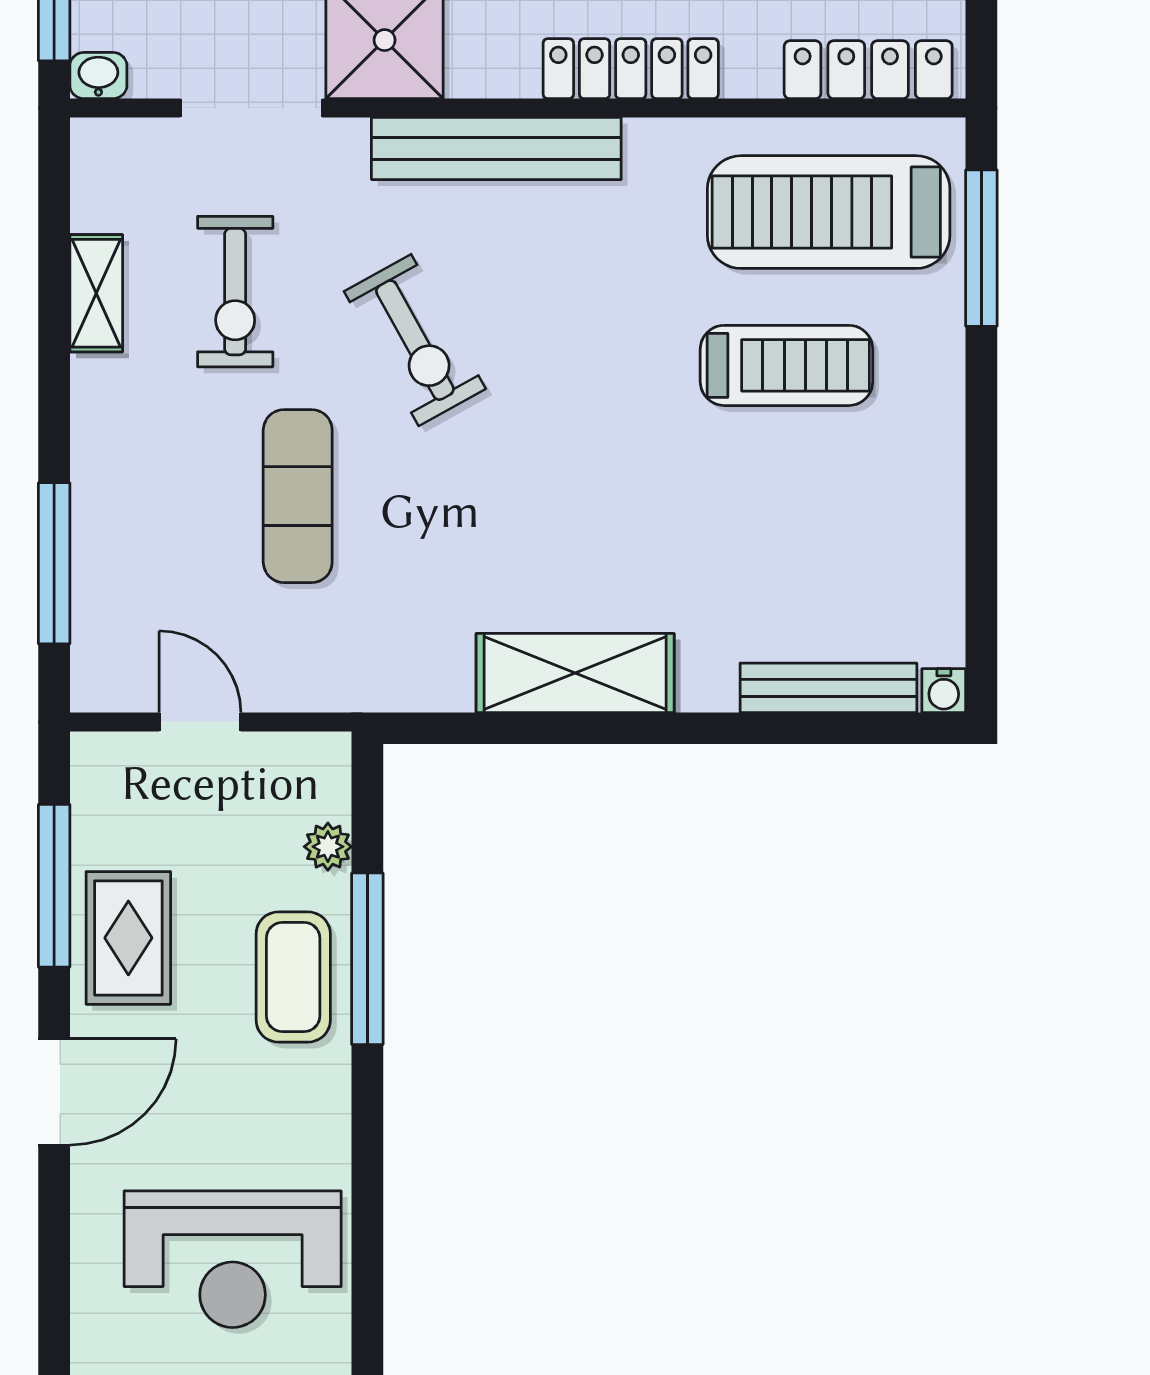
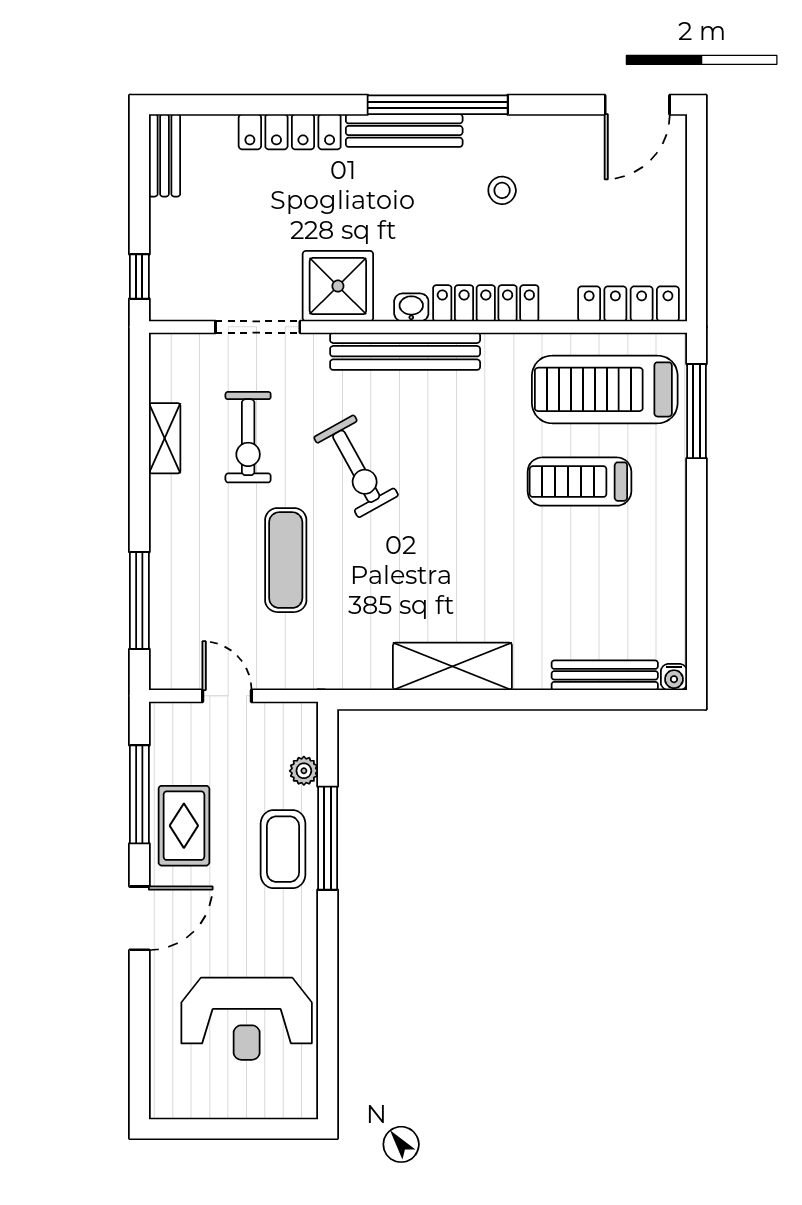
washbasin: (98, 76) -> (411, 307), moved
treadmill: (786, 365) -> (579, 482), turned 180

